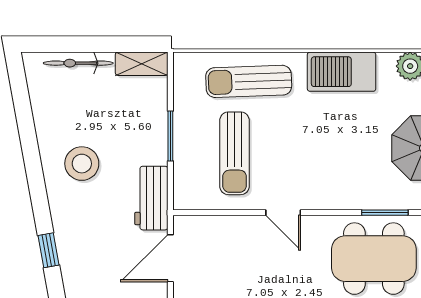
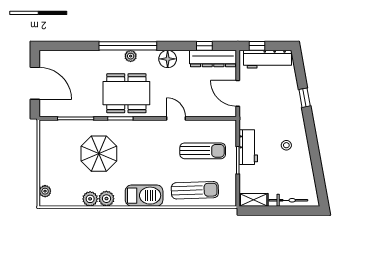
sun lounger: (235, 153) -> (203, 151), turned 90
stool: (82, 164) -> (286, 145), width x0.53, depth x0.53
workbench: (151, 198) -> (248, 147), moved
door: (170, 258) -> (238, 93), swing flipped

